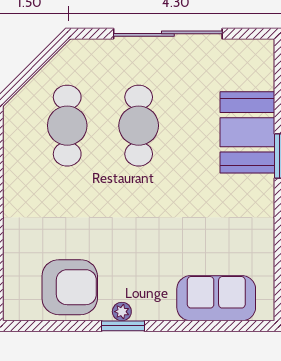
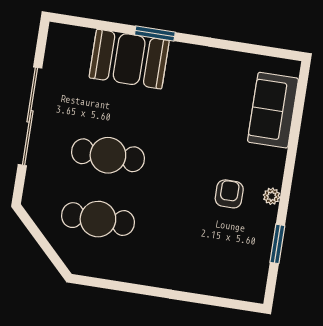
armchair: (70, 287) -> (229, 194), moved, width x0.53, depth x0.53
window: (123, 326) -> (277, 244), moved

